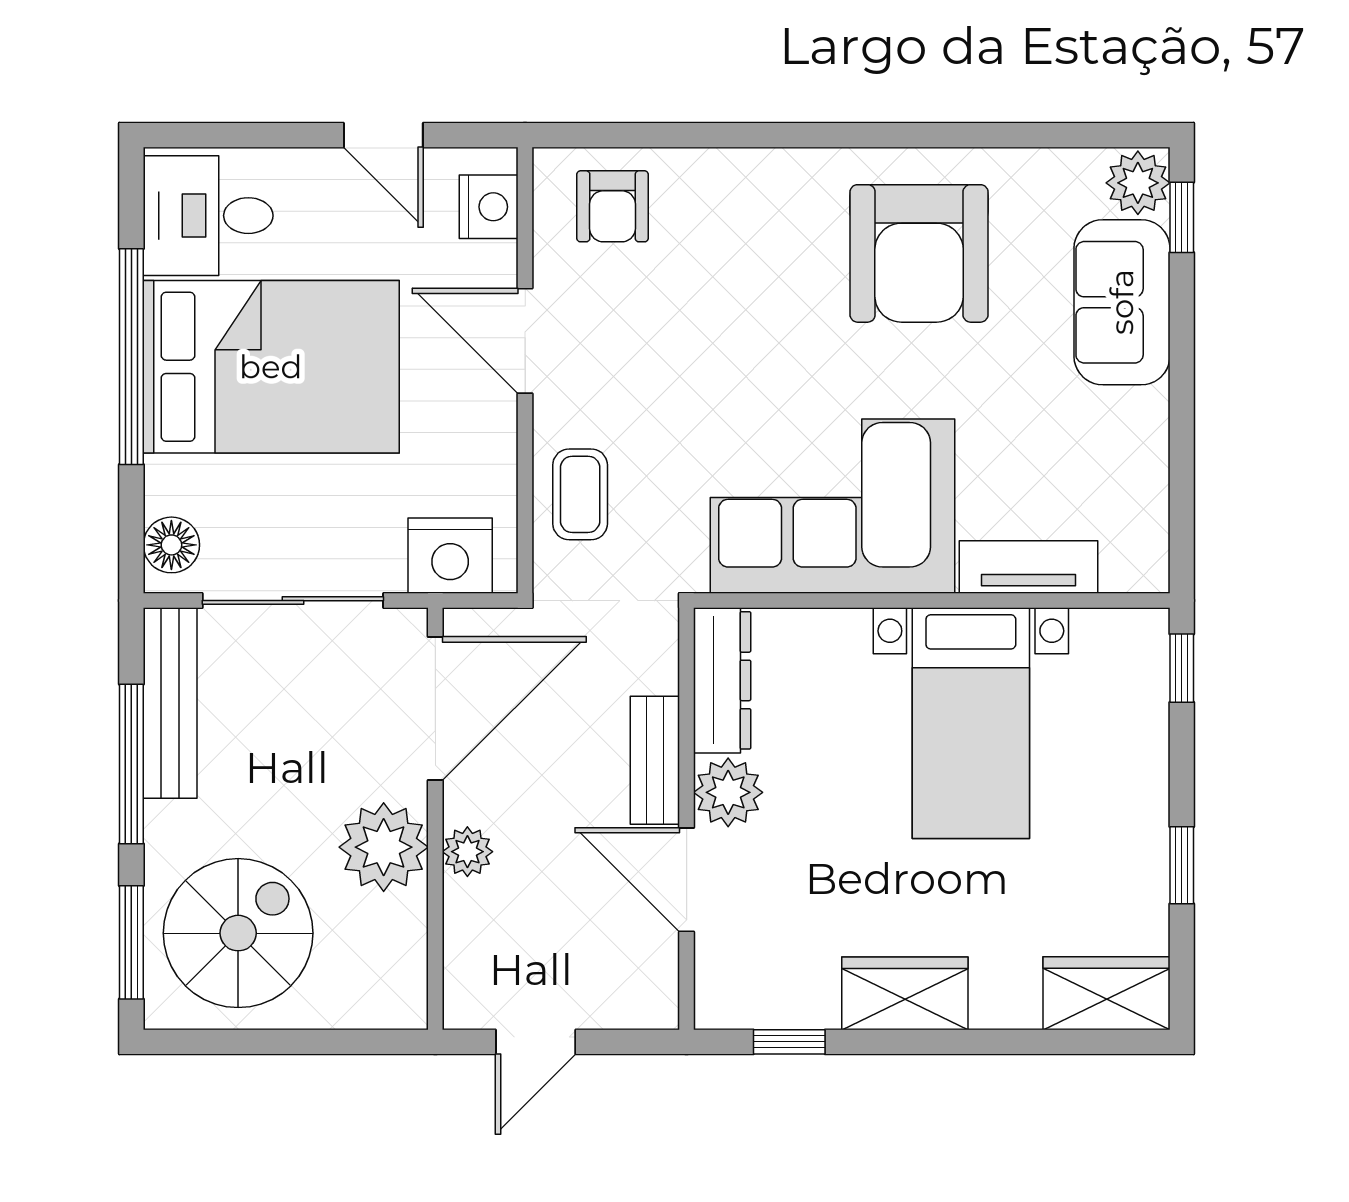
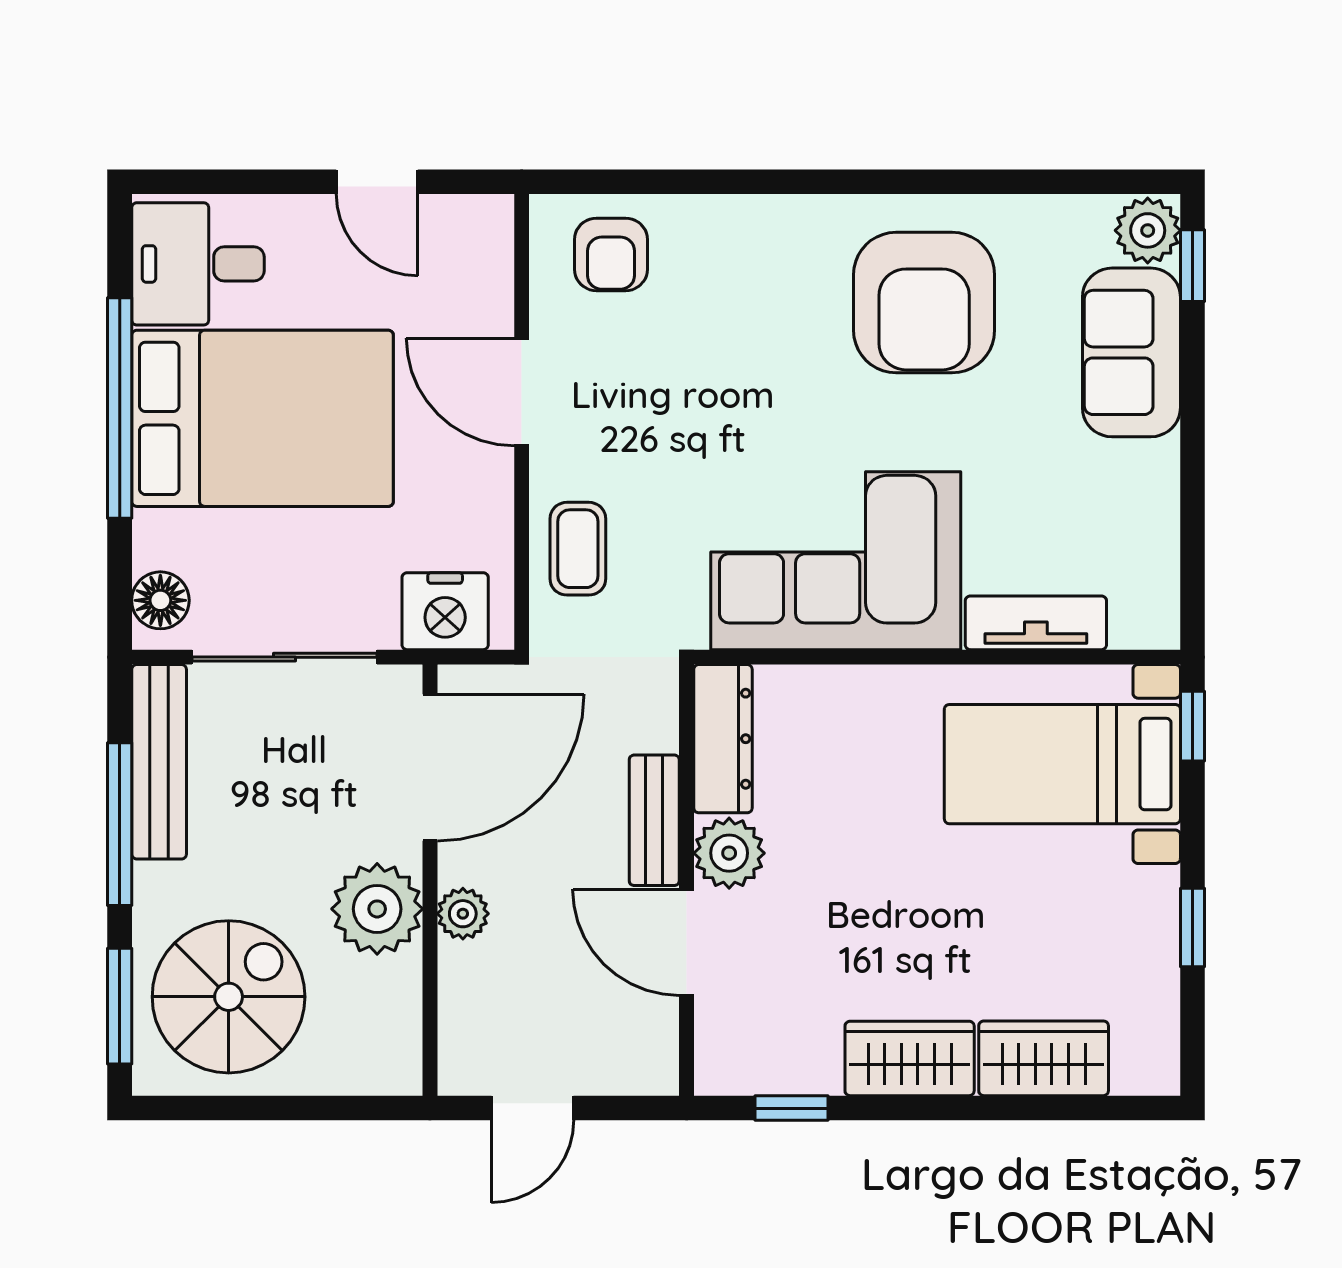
nightstand: (489, 207) -> (484, 255), removed
bed with nightstands: (971, 723) -> (1062, 764), moved, turned 90
wardrobe: (1106, 993) -> (1044, 1058), moved

